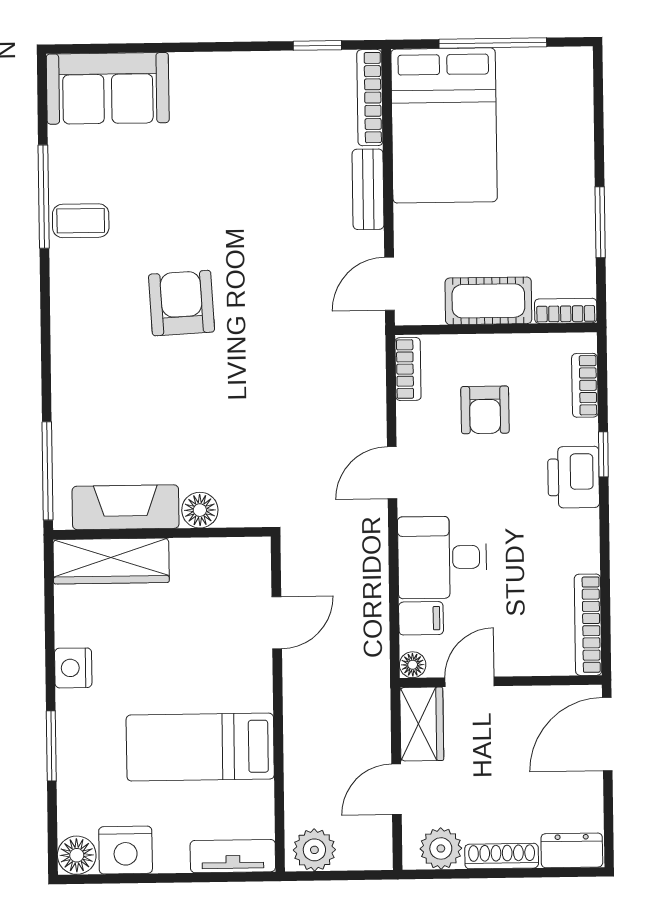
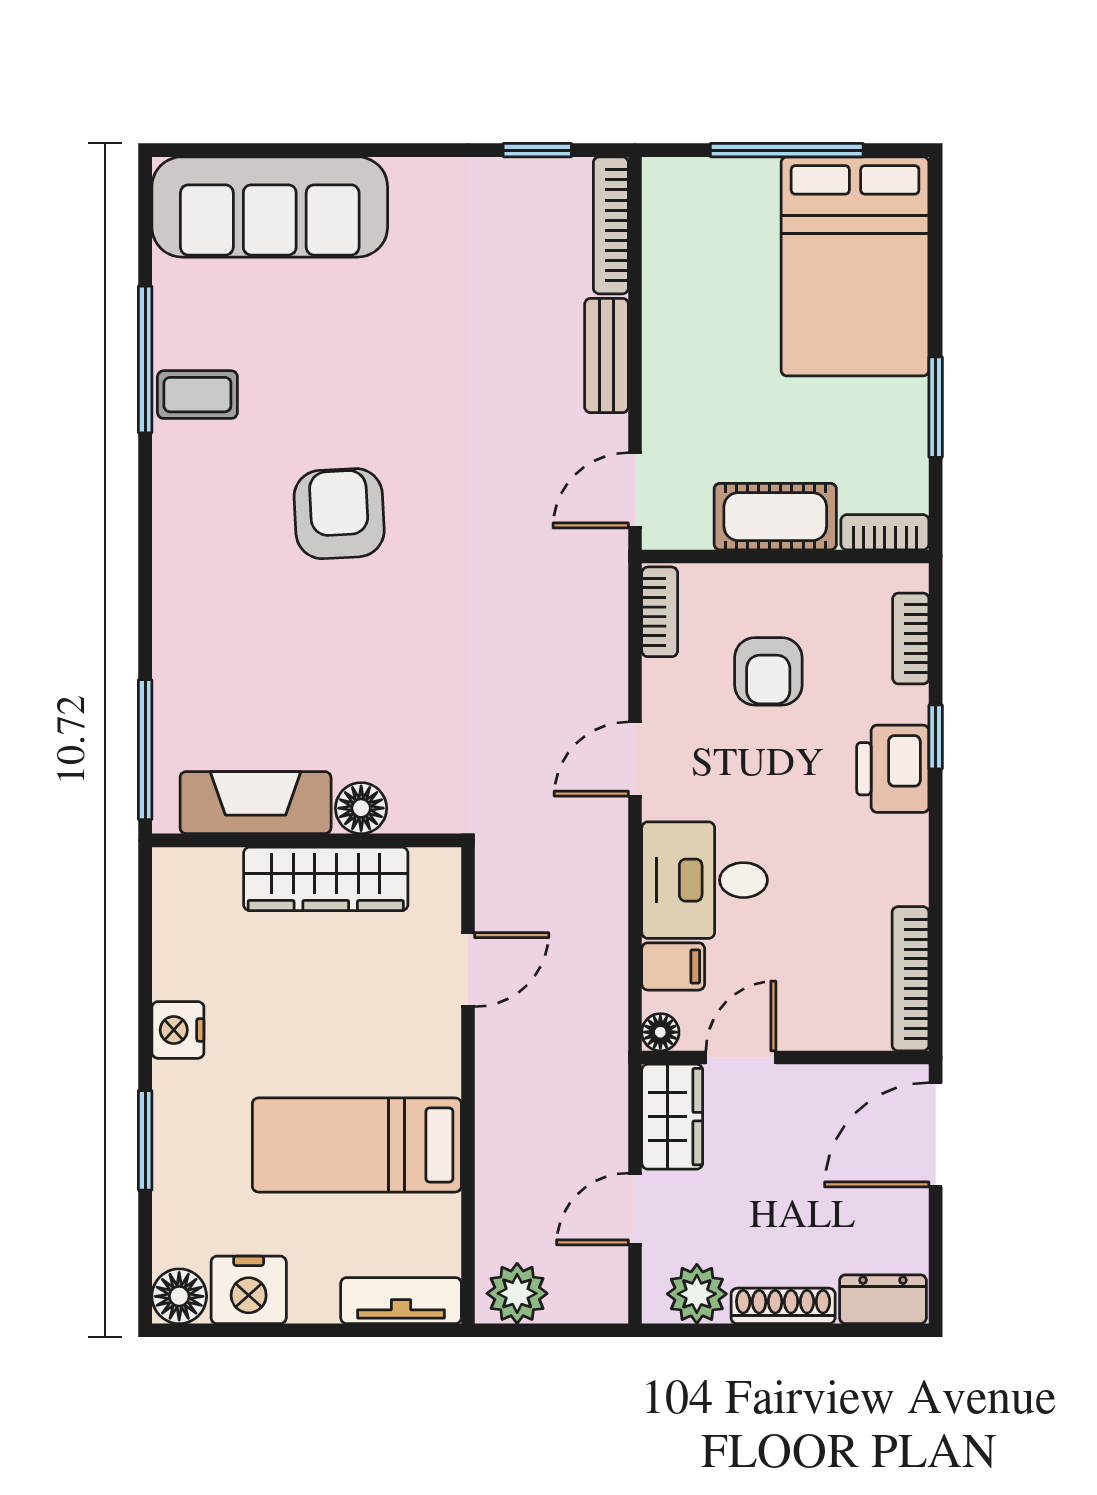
sofa: (108, 88) -> (270, 207), width x1.36
bed: (444, 125) -> (855, 266), moved
wardrobe: (111, 561) -> (326, 879), moved

